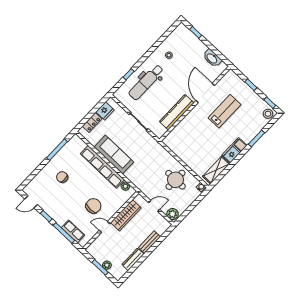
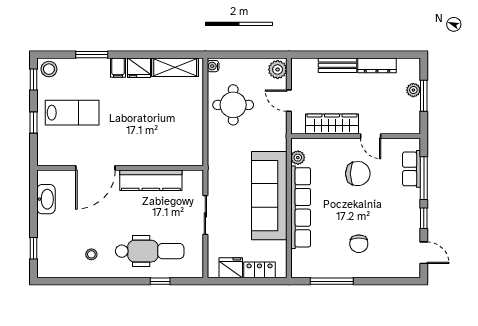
lab bench: (224, 111) -> (72, 113), moved, turned 180
sofa: (114, 155) -> (269, 196), width x1.36, depth x1.27
chair: (93, 206) -> (358, 174), turned 180

